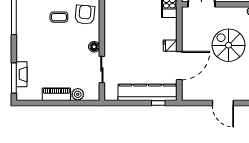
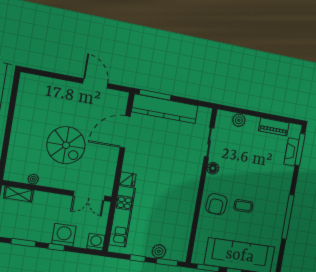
fridge: (170, 46) -> (128, 179), moved
piano: (56, 94) -> (274, 127), moved
window: (158, 103) -> (155, 95), width x2.17
door: (223, 103) -> (95, 83), moved

